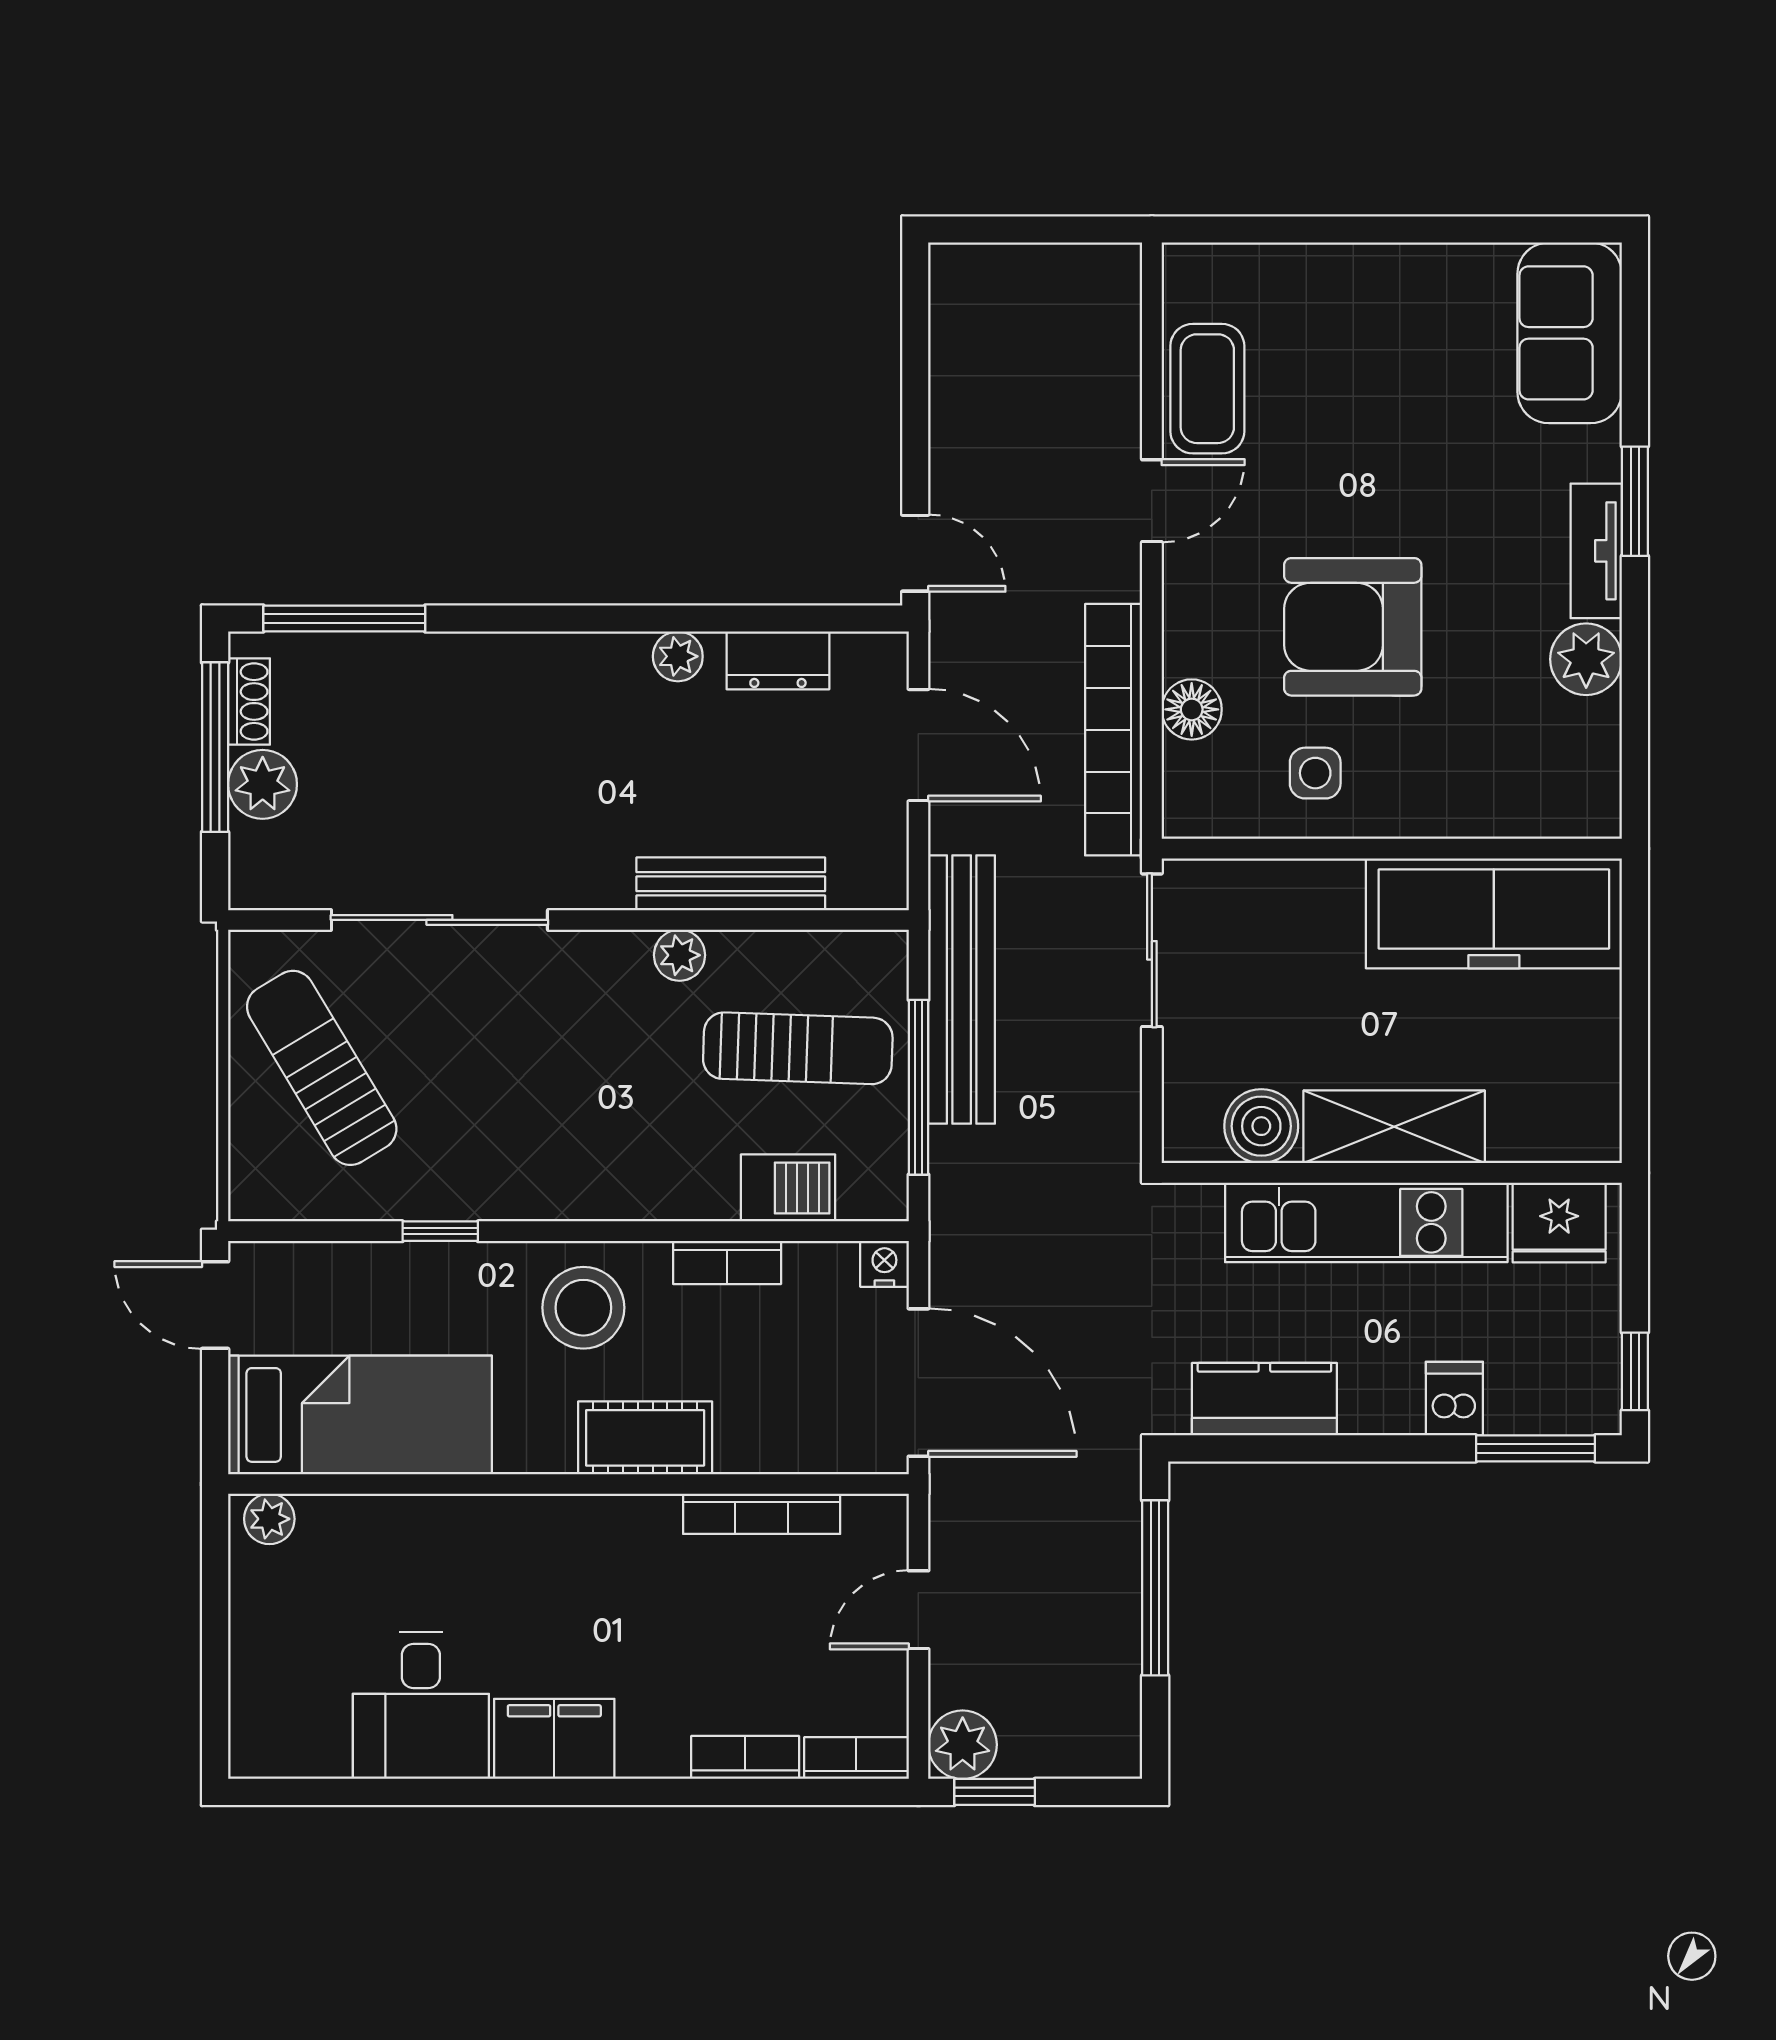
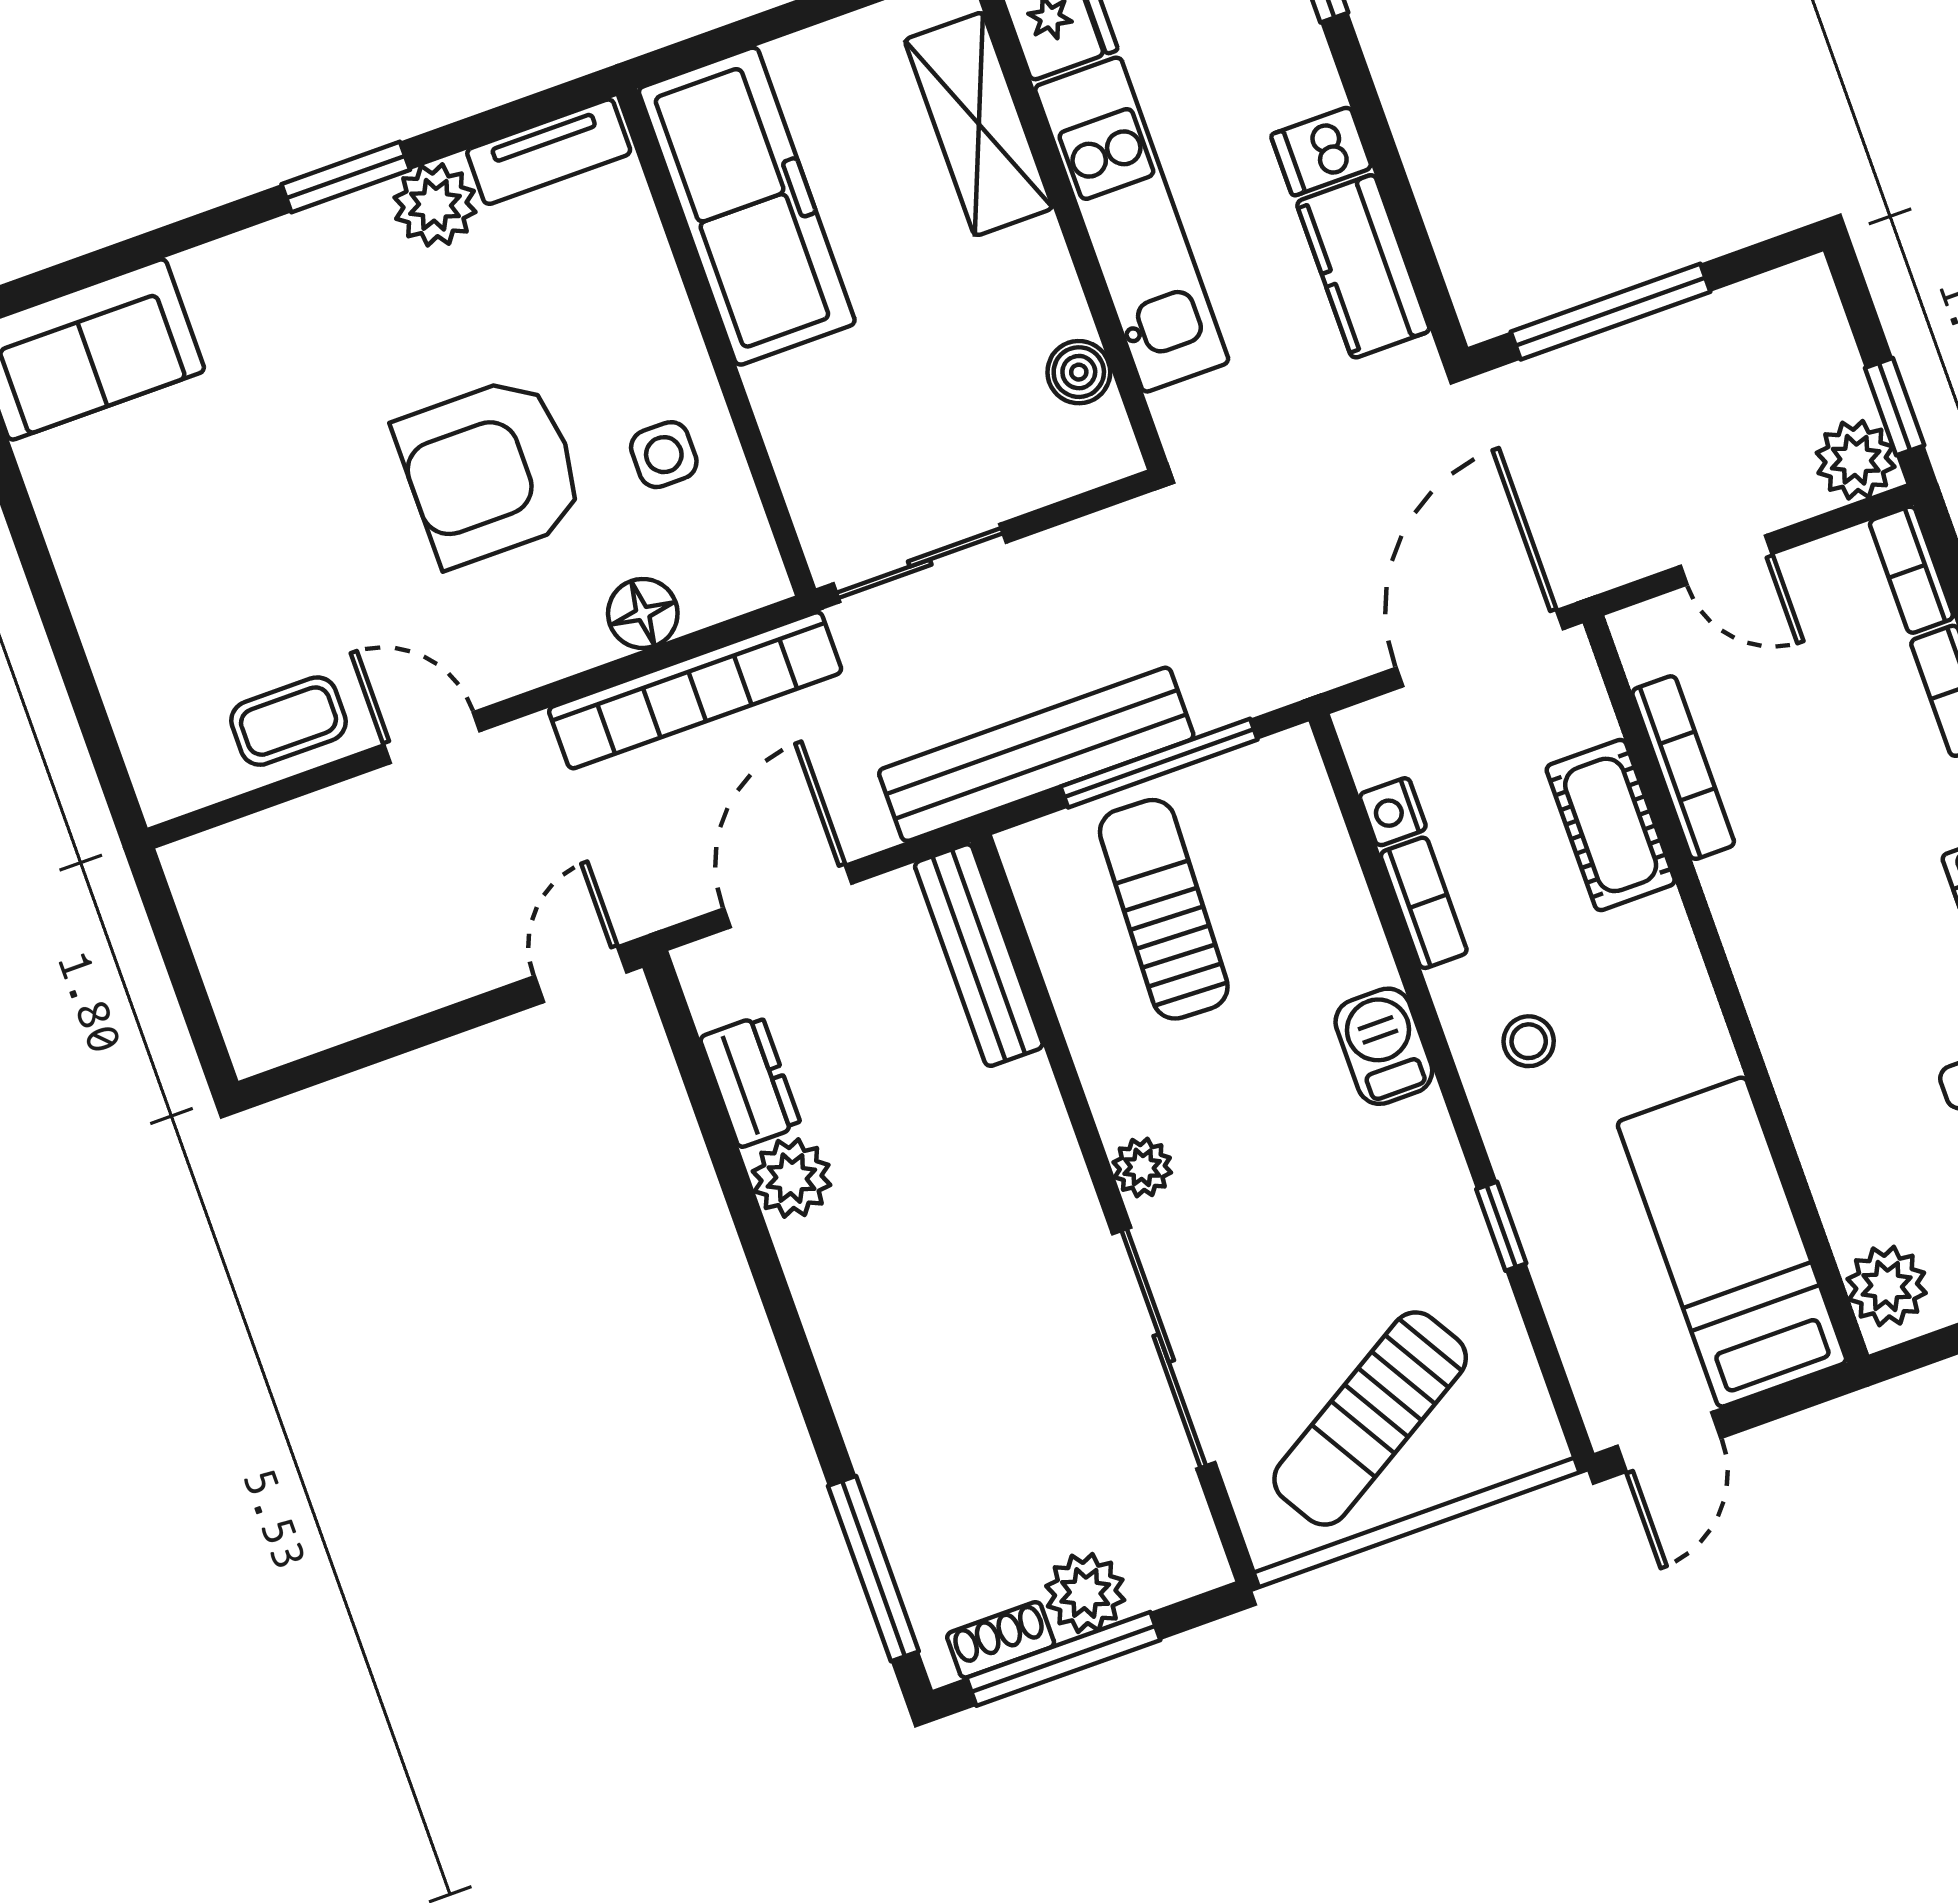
coffee table: (1207, 389) -> (289, 721), width x0.73, depth x0.77
window: (1635, 501) -> (346, 177), moved
tv unit: (1596, 551) -> (549, 152), moved
armchair: (1353, 627) -> (490, 471), turned 90
plant: (678, 656) -> (791, 1178), width x1.38, depth x1.38
bench: (731, 884) -> (979, 955), moved
plant: (680, 955) -> (1142, 1167), moved
boiler: (1261, 1126) -> (1079, 372), width x0.73, depth x0.73
shelving: (1394, 1127) -> (979, 124), moved
barbecue: (788, 1188) -> (1384, 1046), moved
nightstand: (884, 1264) -> (1393, 812), moved
stool: (583, 1308) -> (1529, 1041), width x0.53, depth x0.53
dishwasher: (1454, 1399) -> (1321, 151), moved
cot: (645, 1438) -> (1611, 825), moved
plant: (269, 1519) -> (1887, 1286), width x1.38, depth x1.38

